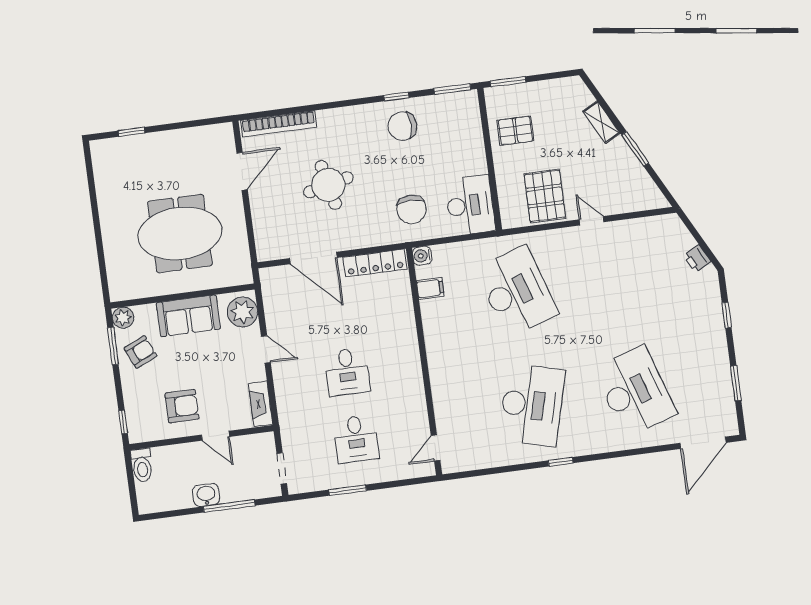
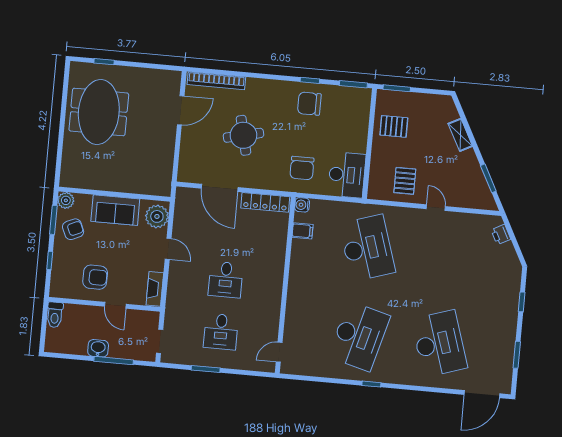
window: (635, 149) -> (488, 178), moved
pallet: (545, 196) -> (405, 181), width x0.67, depth x0.71
meeting table: (180, 233) -> (99, 112), moved, turned 90
printer: (697, 259) -> (501, 235), moved
window: (123, 422) -> (50, 260), moved

